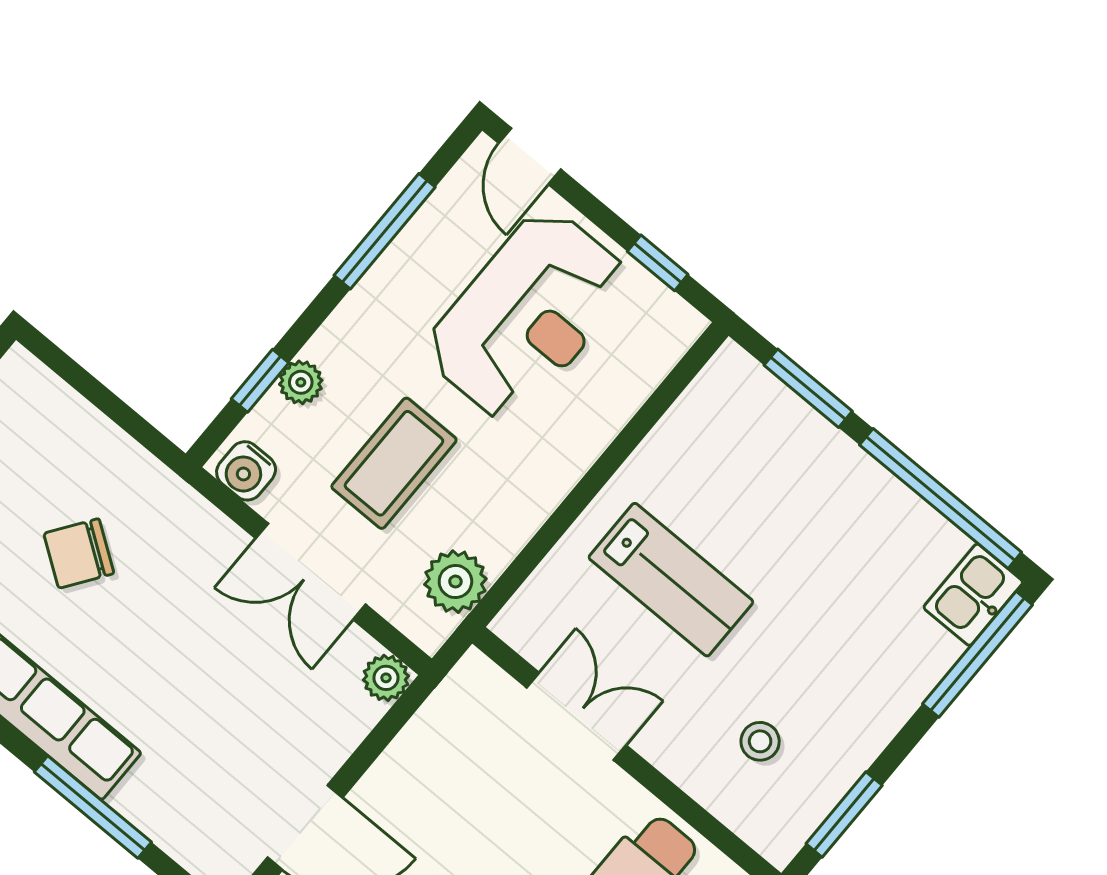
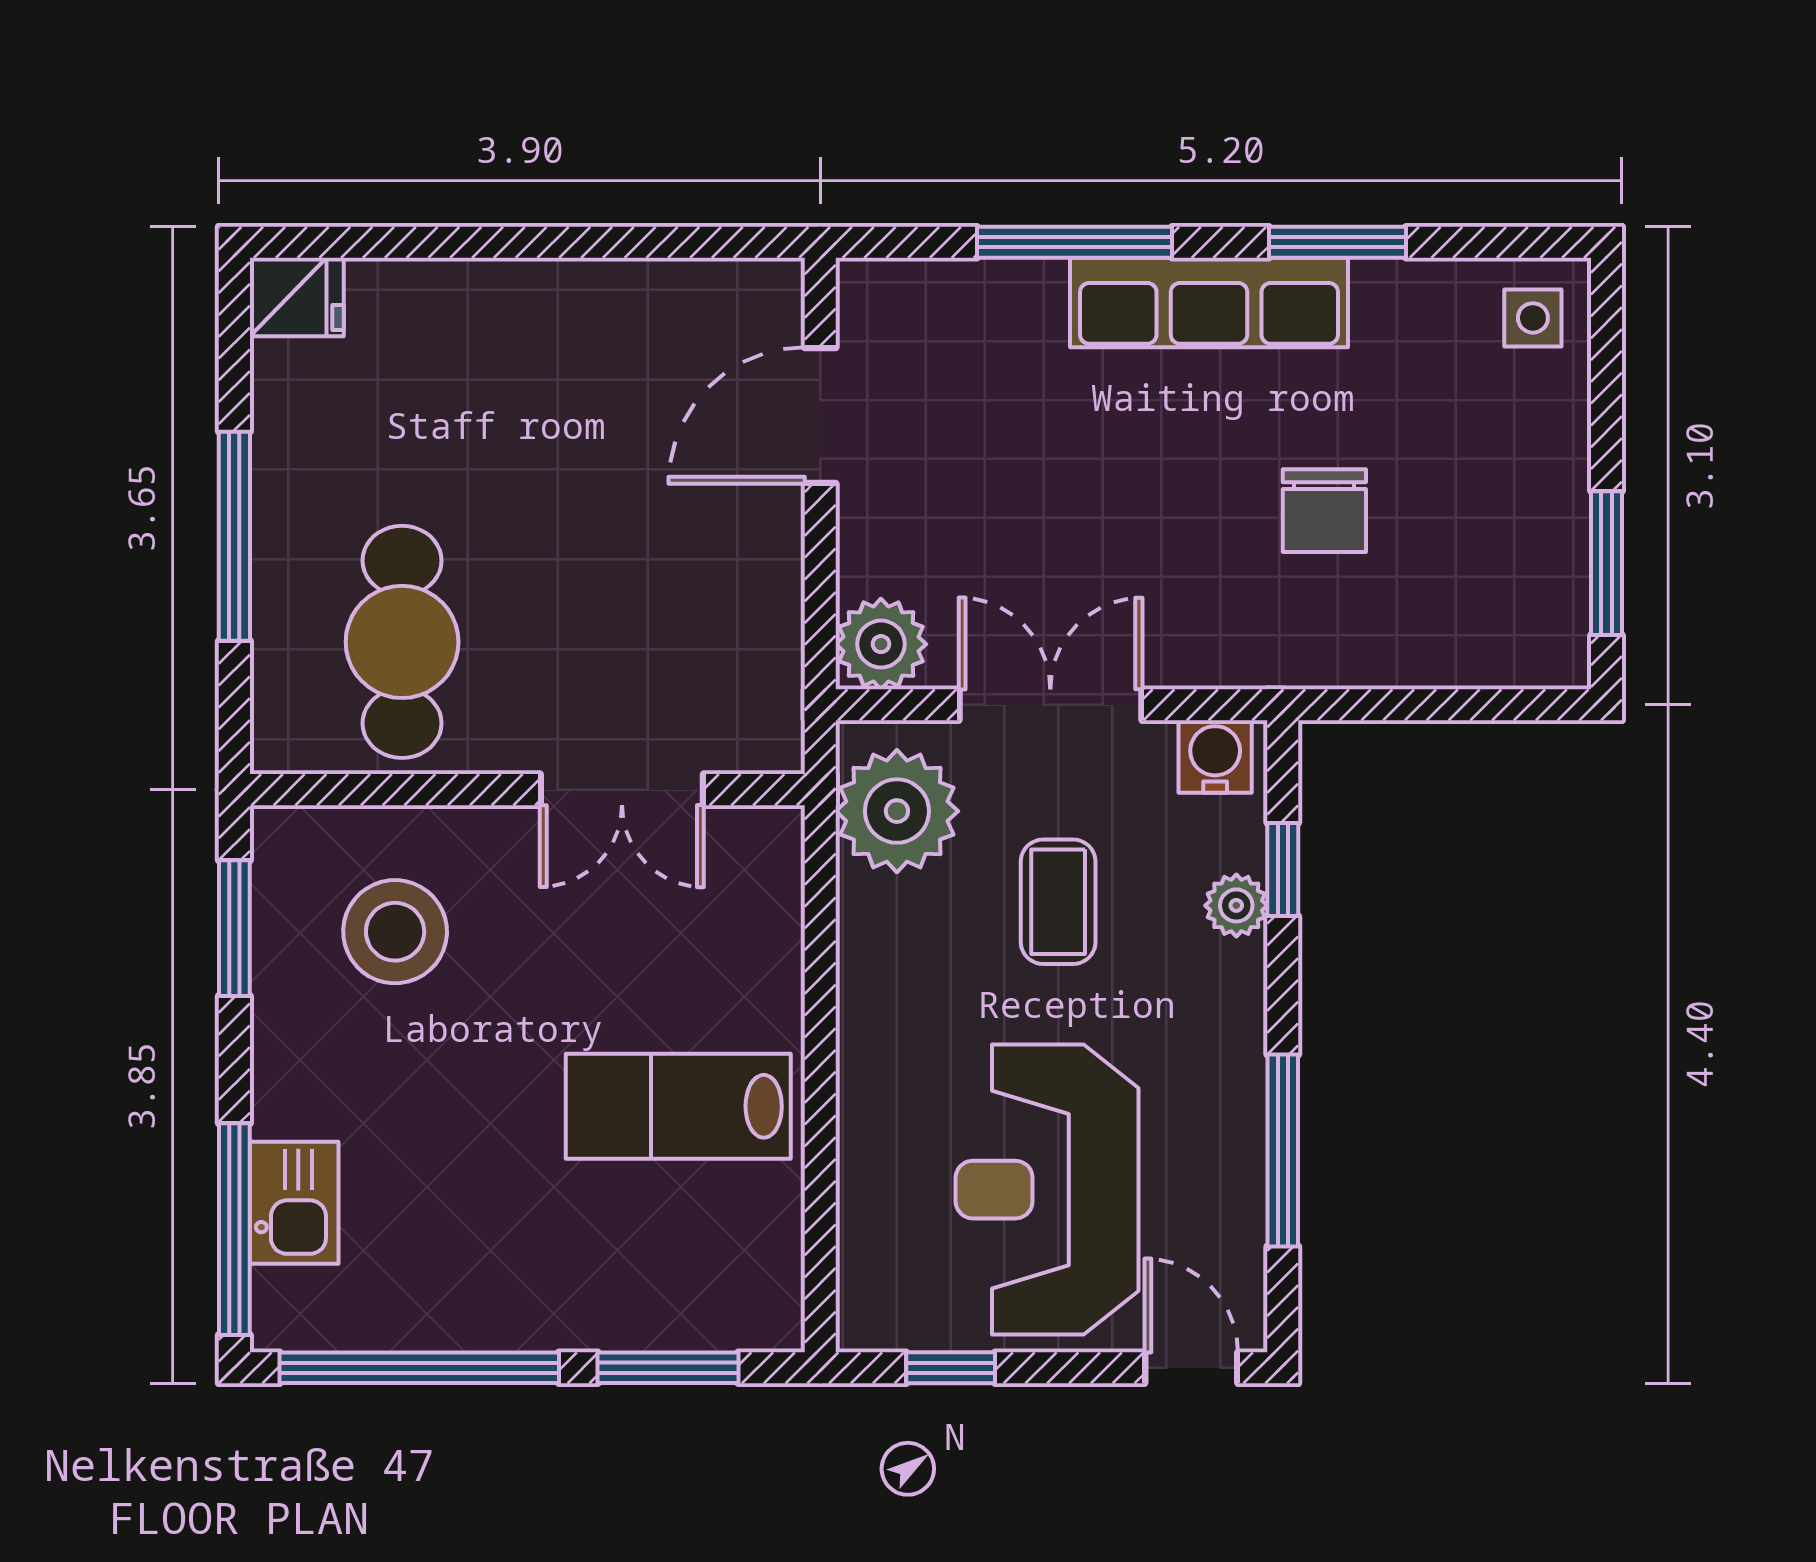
coffee table: (394, 463) -> (1058, 902), width x0.73, depth x0.77
chair: (79, 553) -> (1324, 511), turned 145
lab bench: (671, 580) -> (678, 1106), moved
plant: (455, 582) -> (897, 811), width x1.36, depth x1.36
kitchen sink: (973, 595) -> (294, 1203), moved
plant: (386, 678) -> (881, 644), width x1.38, depth x1.38
stool: (760, 741) -> (395, 932), width x1.89, depth x1.89

